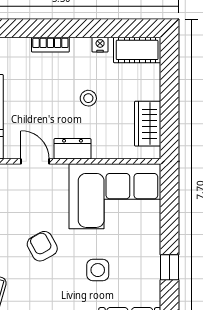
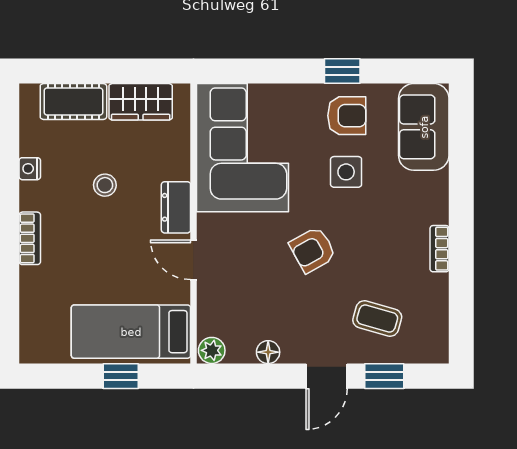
cot: (137, 50) -> (73, 101), moved, turned 90
door: (35, 161) -> (194, 260), hinge flipped
armchair: (138, 270) -> (347, 116), added

